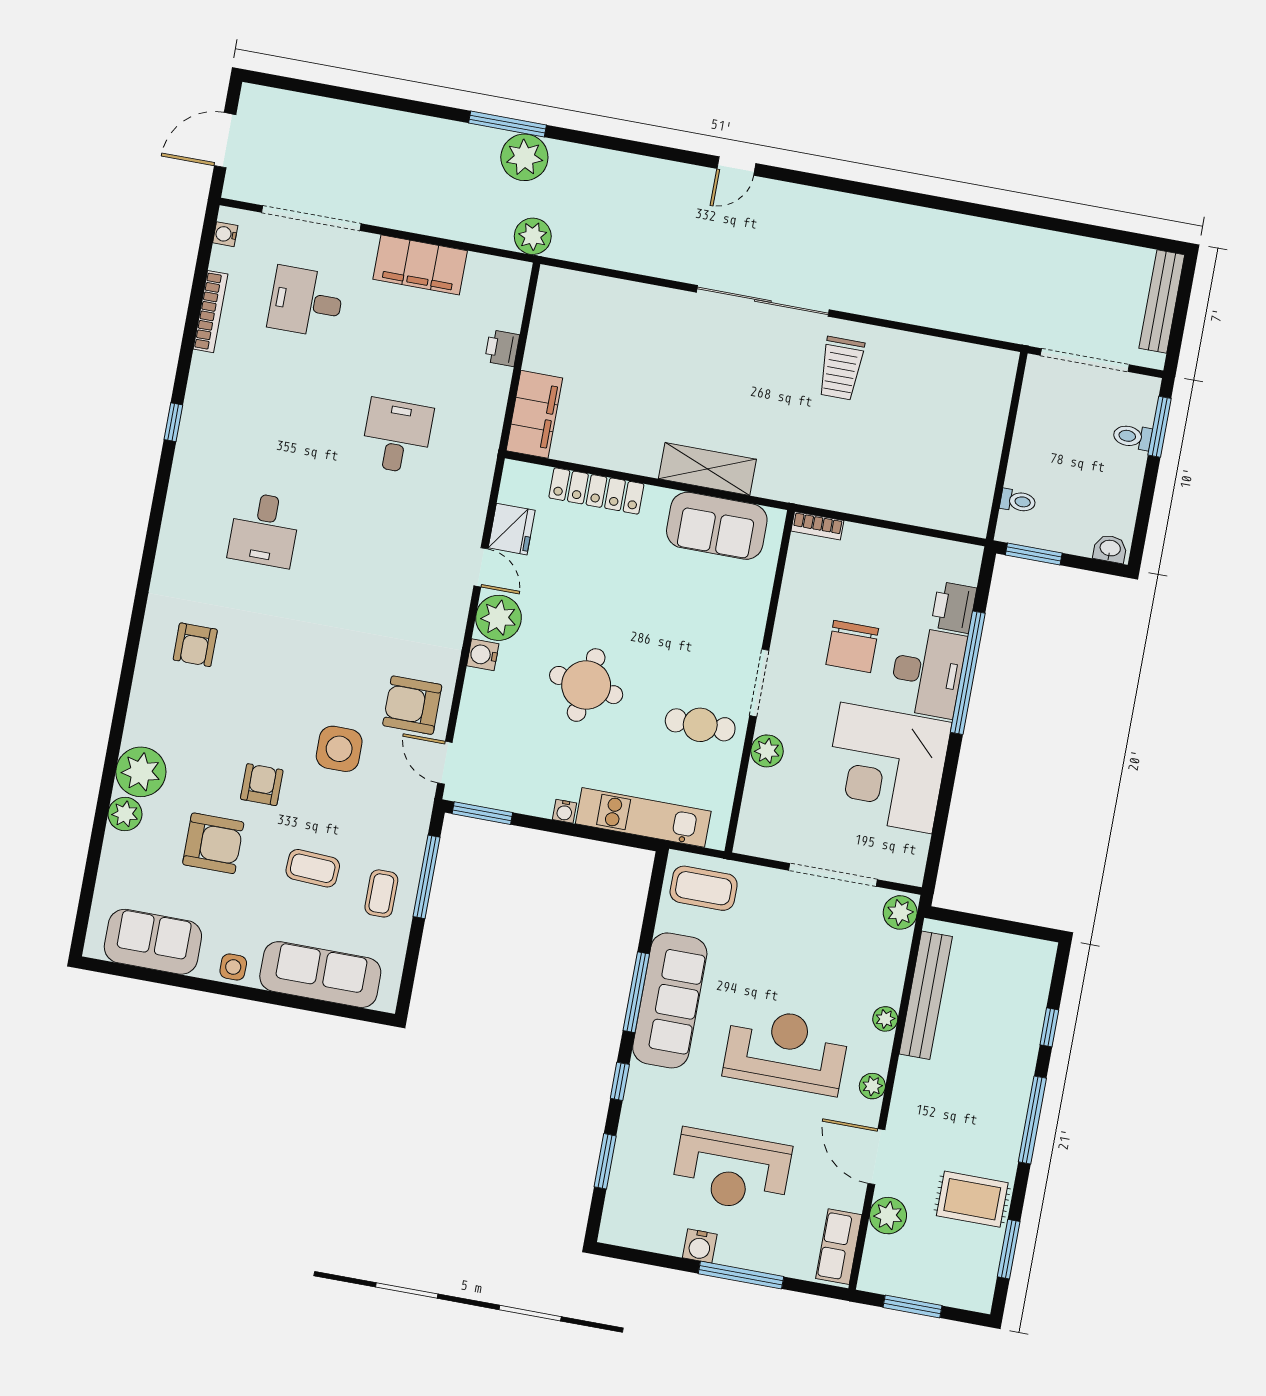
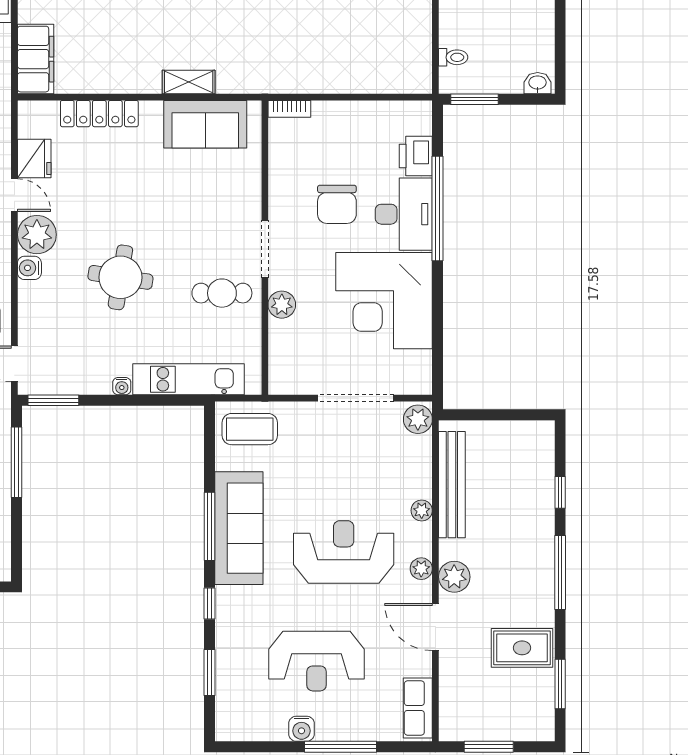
shelving: (707, 469) -> (189, 82), width x0.67, depth x0.75
plant: (888, 1216) -> (454, 577), moved

